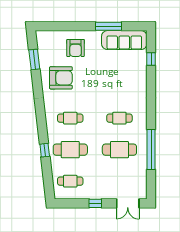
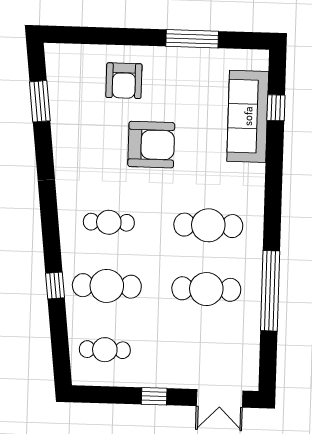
sofa: (124, 40) -> (248, 116), moved, turned 90
armchair: (61, 78) -> (151, 145), moved
cafe table: (119, 118) -> (208, 225), width x1.37, depth x1.35

